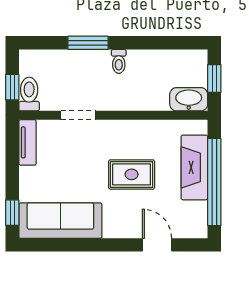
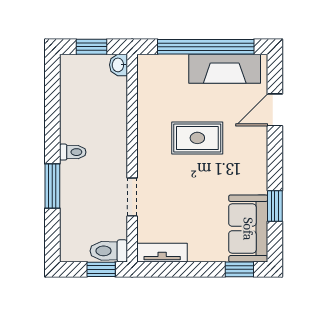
washbasin: (189, 99) -> (118, 65), width x0.52, depth x0.69
fireplace: (194, 167) -> (225, 69), moved
rug: (132, 174) -> (197, 138), turned 90
sofa: (60, 221) -> (248, 229), width x0.73
window: (70, 245) -> (275, 206), added

